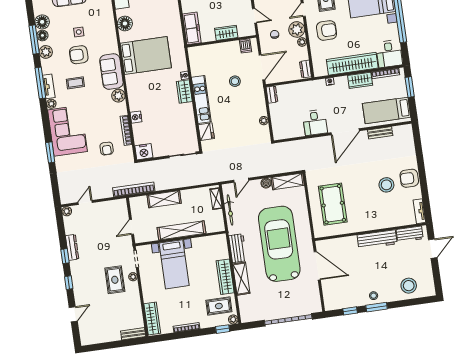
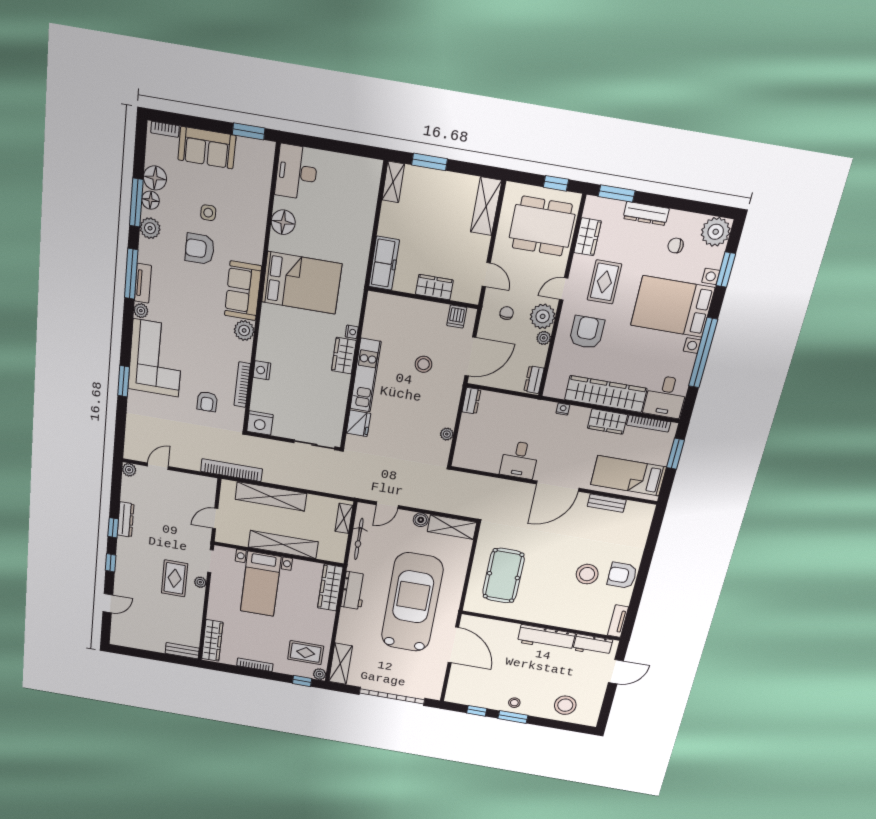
armchair: (327, 30) -> (587, 332), turned -90
coffee table: (75, 83) -> (184, 291), removed
shelving: (164, 199) -> (271, 496), width x1.47
wardrobe: (225, 277) -> (330, 588), moved
shelving: (241, 279) -> (340, 664), moved

